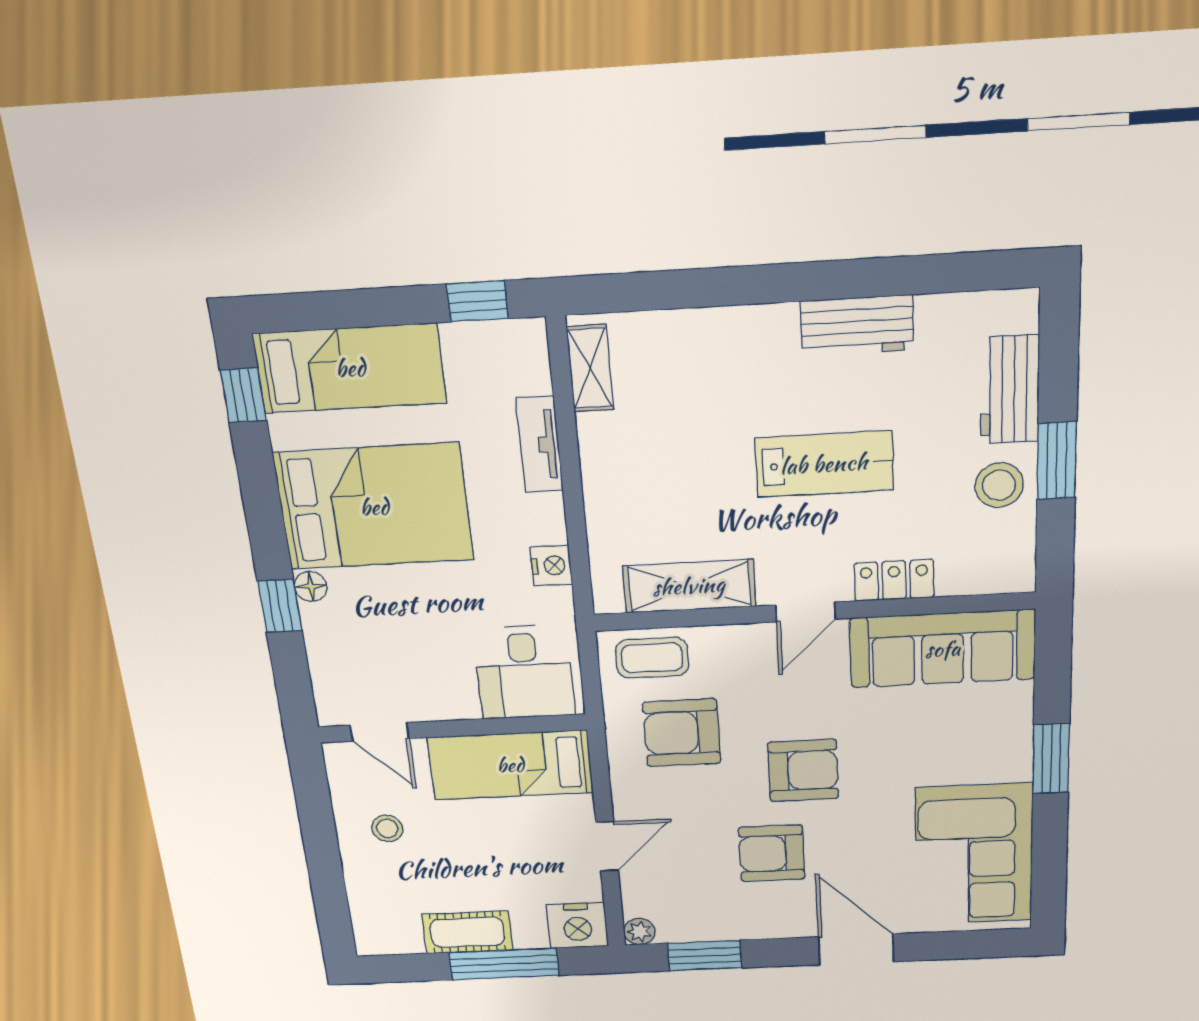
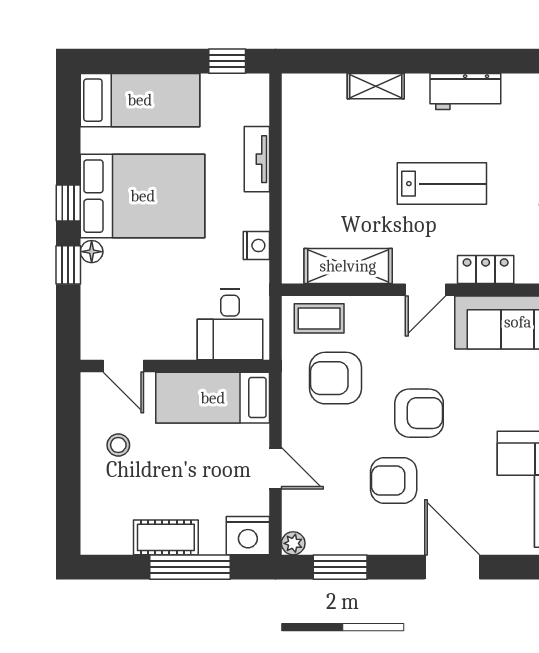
shelving: (590, 368) -> (376, 86), moved, turned 90
window: (243, 395) -> (68, 203), moved
door: (607, 846) -> (275, 468), hinge flipped

